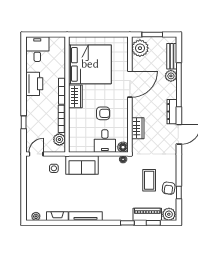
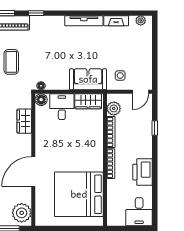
wardrobe: (75, 96) -> (88, 101), moved, turned -90
armchair: (103, 113) -> (64, 138), removed

